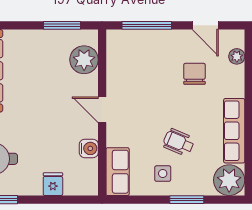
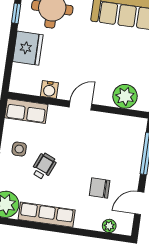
chair: (194, 74) -> (100, 188), turned 180
fridge: (53, 184) -> (28, 48), width x1.88, depth x1.34

